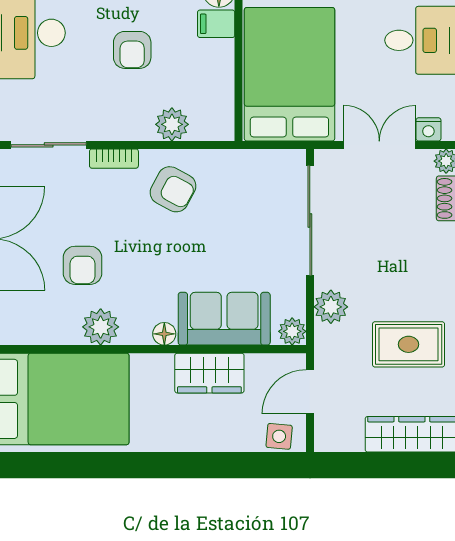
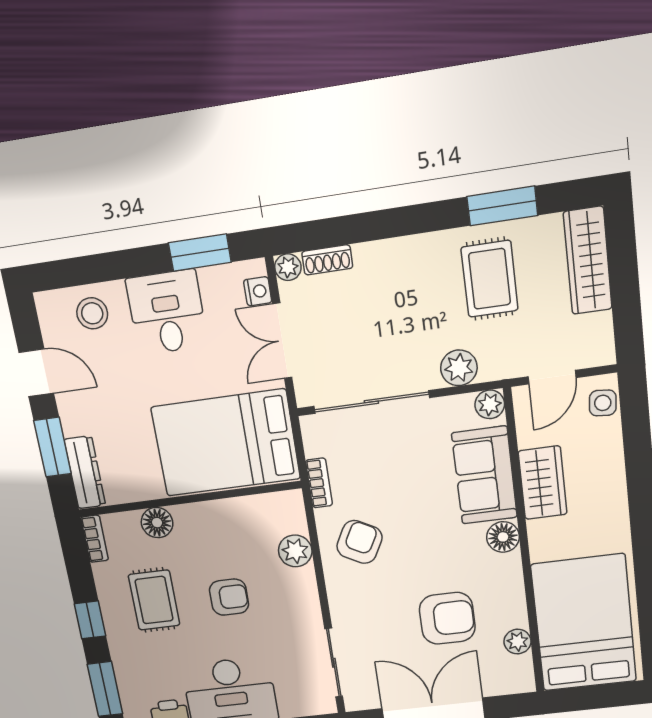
filing cabinet: (216, 24) -> (189, 521), removed
bookcase: (114, 159) -> (319, 483), moved
armchair: (82, 265) -> (447, 618), width x1.38, depth x1.38
plant: (101, 327) -> (517, 642), moved, width x0.73, depth x0.73
floor lamp: (164, 334) -> (503, 537), width x1.37, depth x1.37
door: (310, 392) -> (552, 377), hinge flipped

